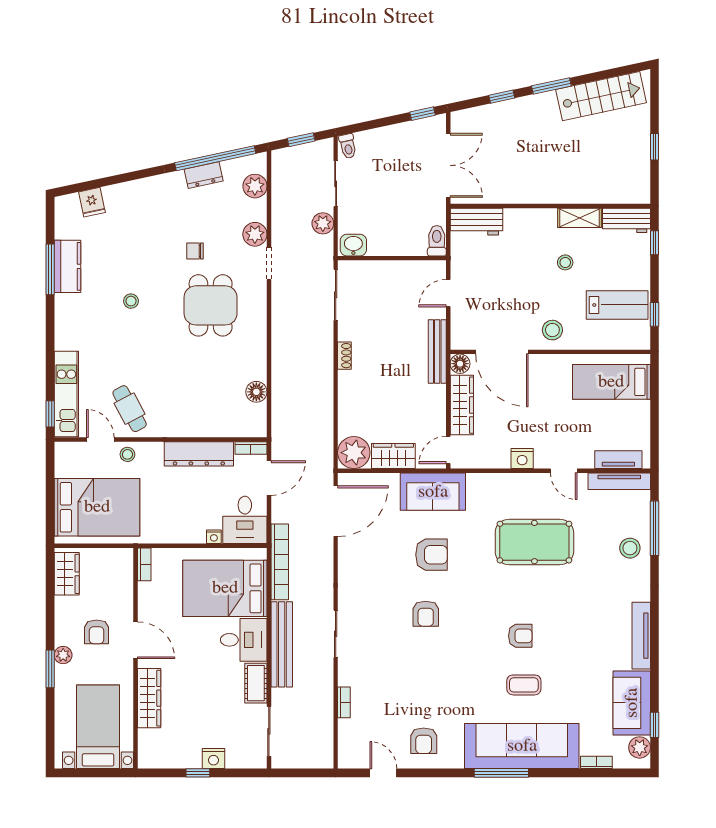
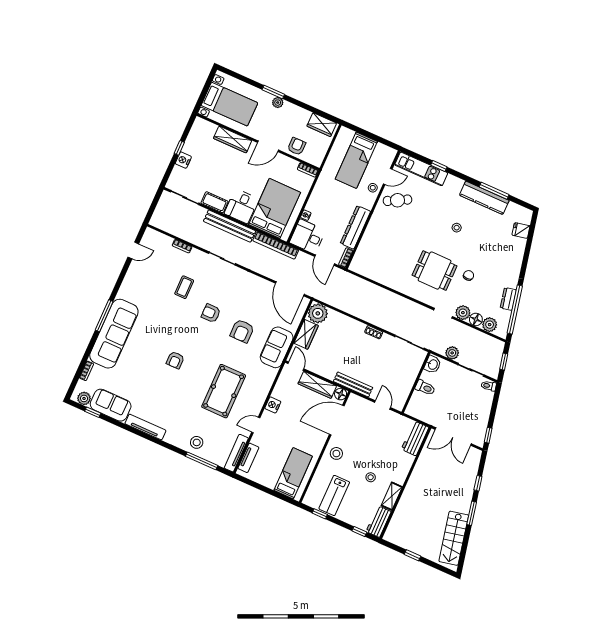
toilet: (437, 241) -> (425, 388), moved
kitchen counter: (67, 266) -> (484, 198), width x1.50
floor lamp: (256, 392) -> (476, 319), moved
window: (50, 414) -> (439, 166), moved
bed: (97, 507) -> (356, 160), width x0.67
armchair: (97, 632) -> (297, 146), moved, turned 90
coffee table: (524, 685) -> (184, 287), moved
armchair: (424, 741) -> (141, 281), removed

